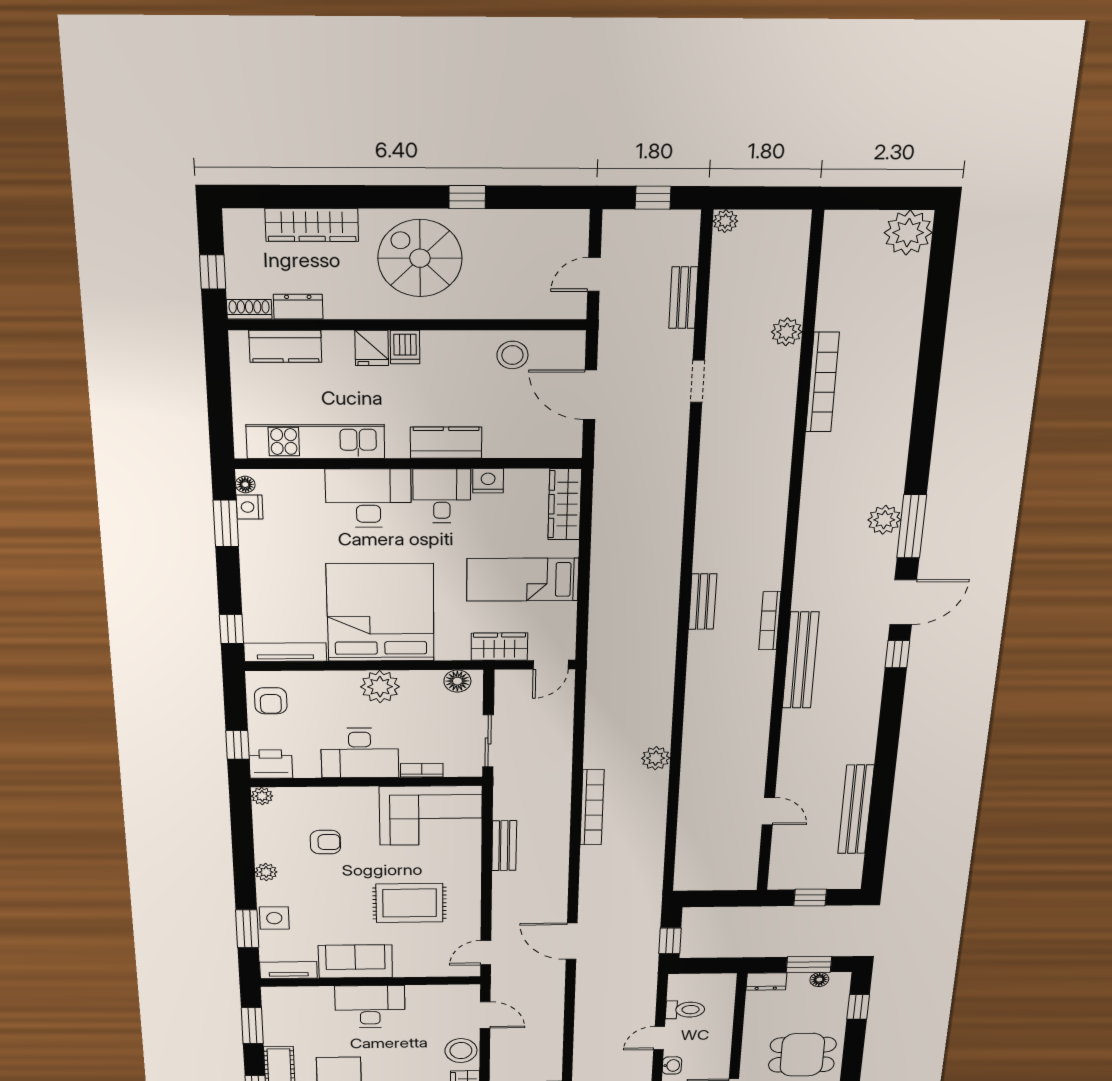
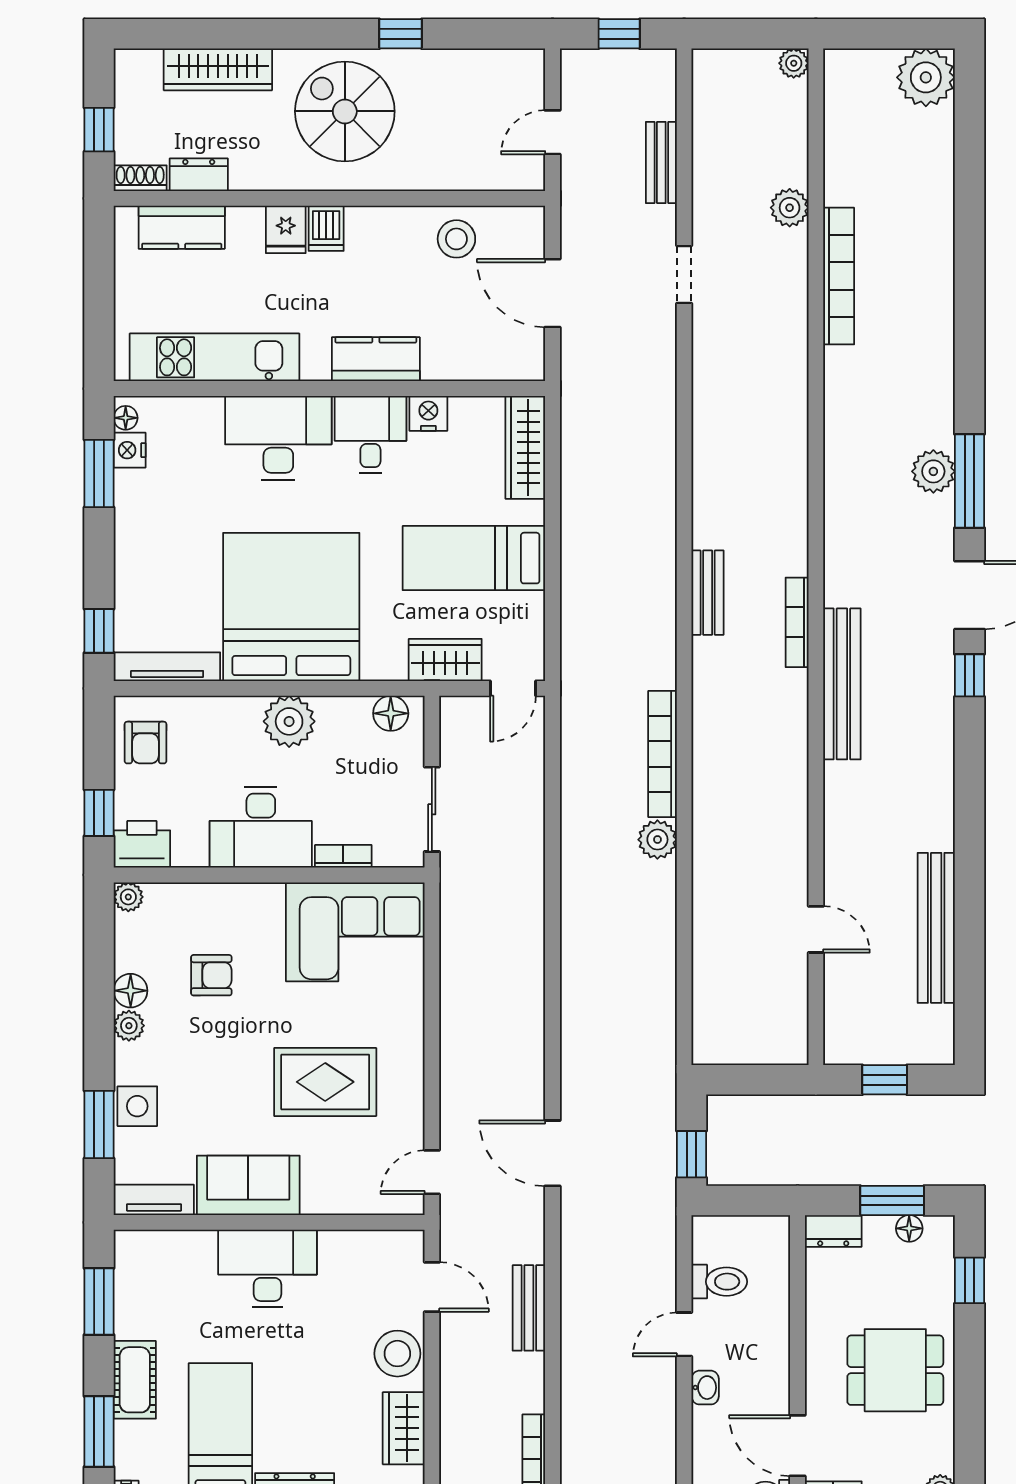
plant: (725, 221) -> (794, 63), moved
bookcase: (592, 807) -> (663, 754), moved, turned 180
bench: (504, 846) -> (529, 1308), moved
floor lamp: (266, 852) -> (131, 991), added

